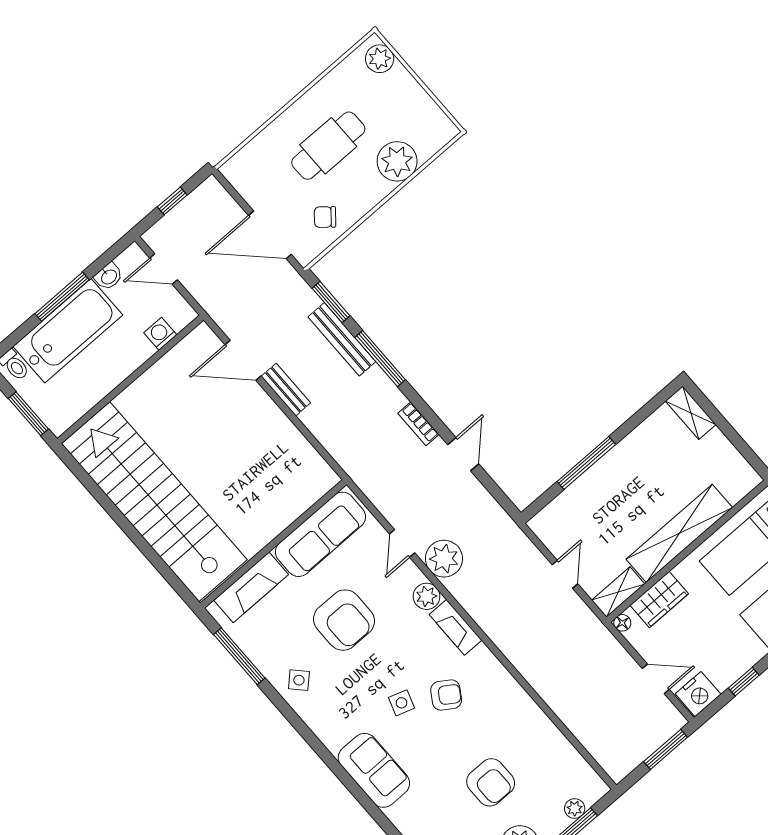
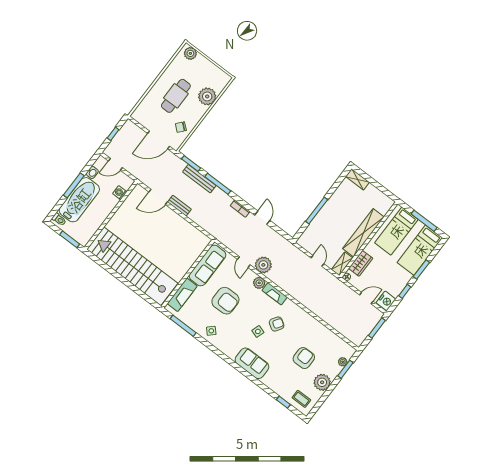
armchair: (491, 782) -> (304, 358), turned -90

